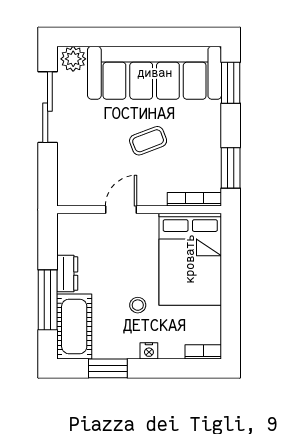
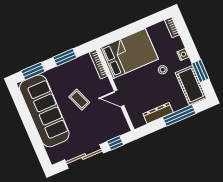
plant: (73, 59) -> (55, 154), removed
window: (231, 168) -> (65, 57), moved
window: (48, 170) -> (115, 143), added
dresser: (67, 274) -> (158, 113), width x1.44
cot: (74, 326) -> (191, 85), moved, turned 90

